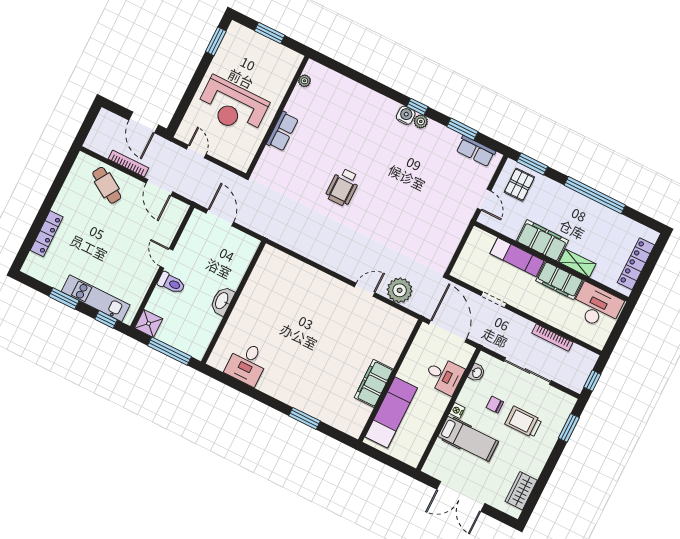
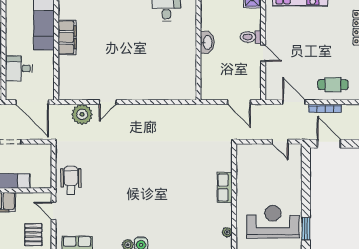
reception desk: (232, 106) -> (273, 222), moved
cafe table: (107, 185) -> (333, 85), turned -32
wheelchair: (343, 187) -> (71, 180), moved

